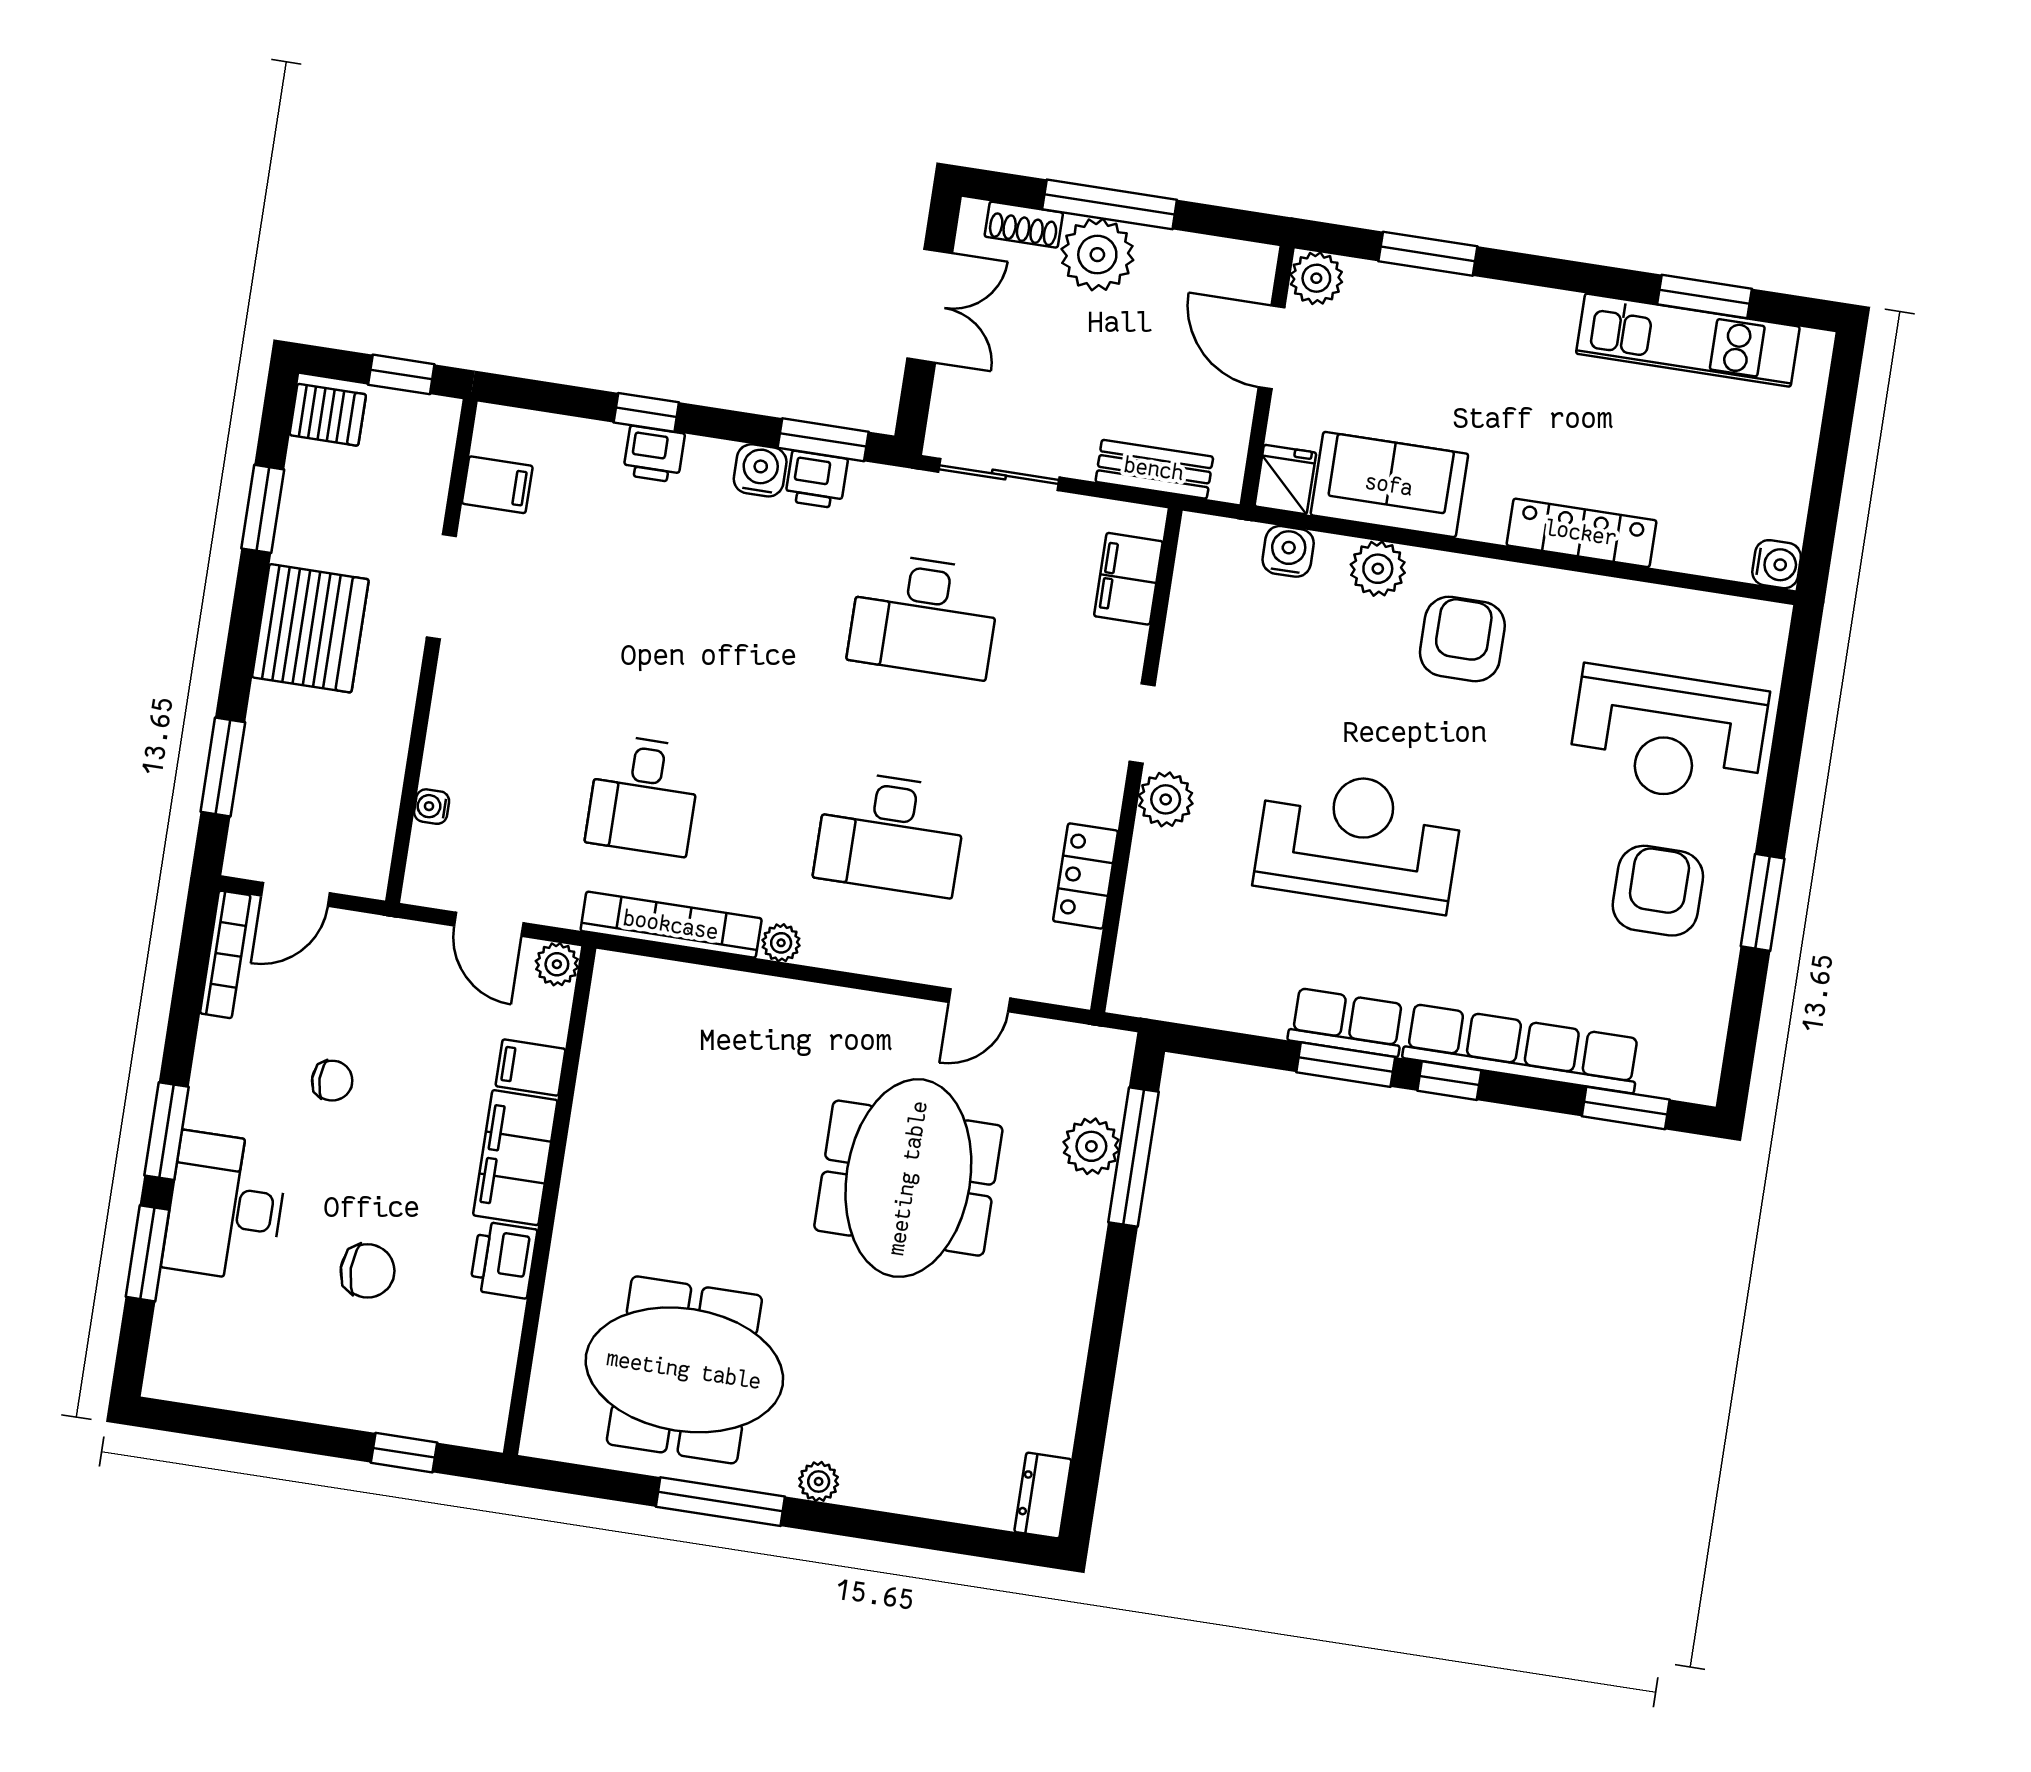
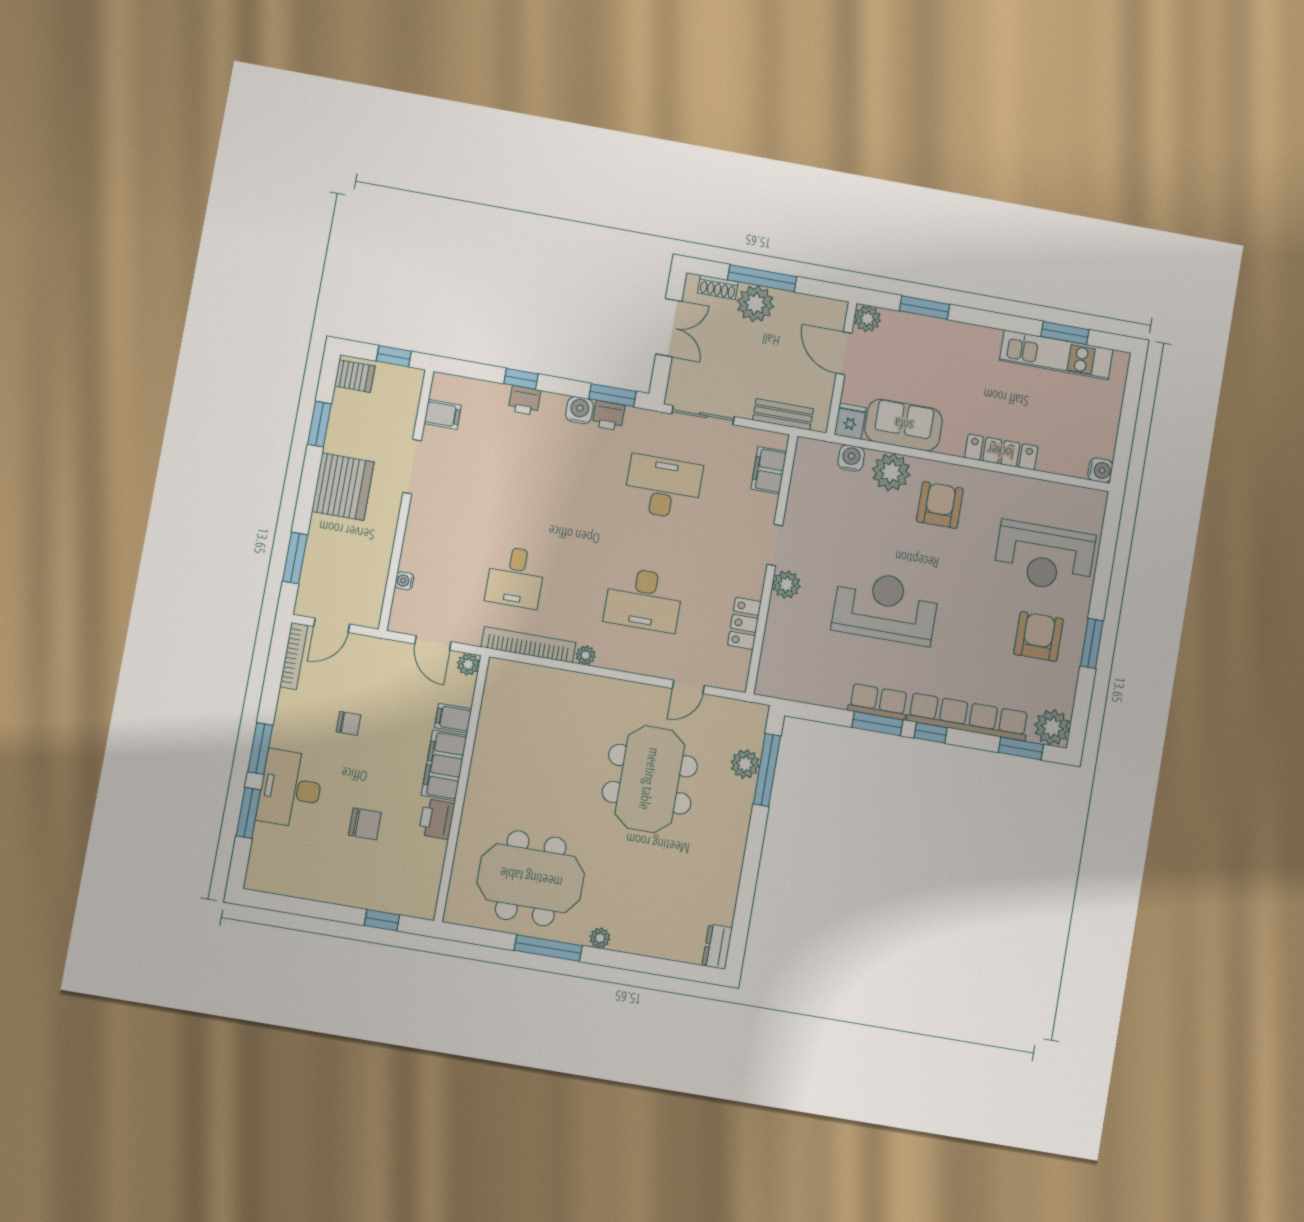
plant: (1378, 569) -> (891, 472), width x1.36, depth x1.36
desk: (924, 616) -> (663, 487), turned 180
plant: (1686, 1066) -> (1052, 727), added

